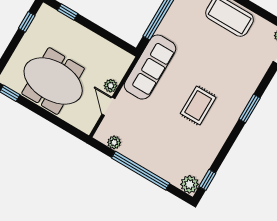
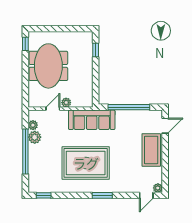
window: (27, 22) -> (75, 29), removed
rug: (198, 106) -> (86, 163), width x1.86, depth x2.06
plant: (190, 184) -> (35, 137), moved

